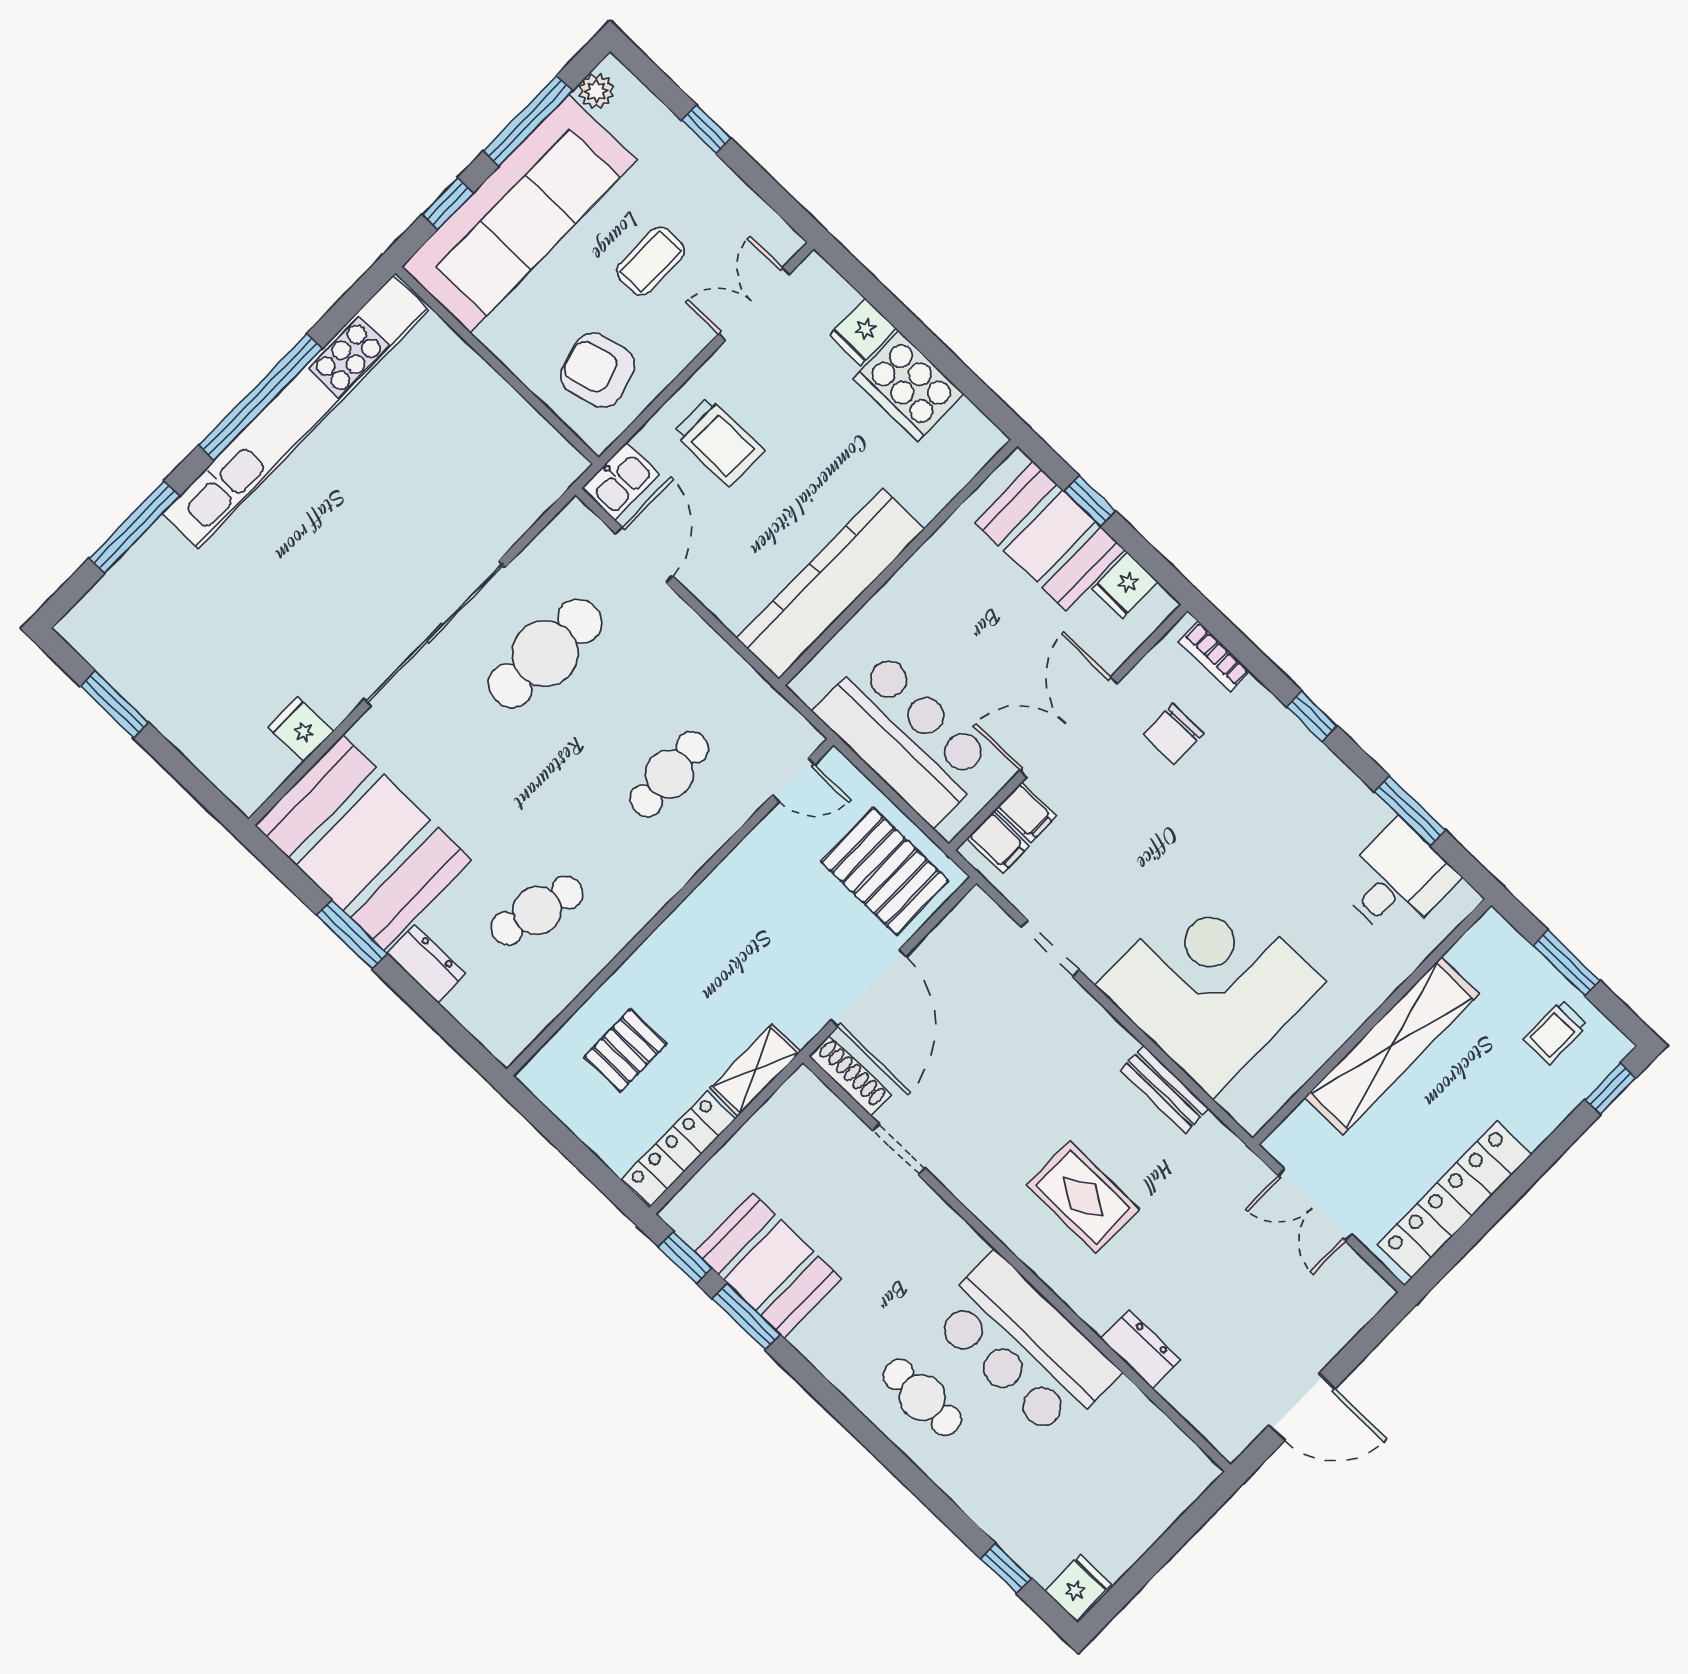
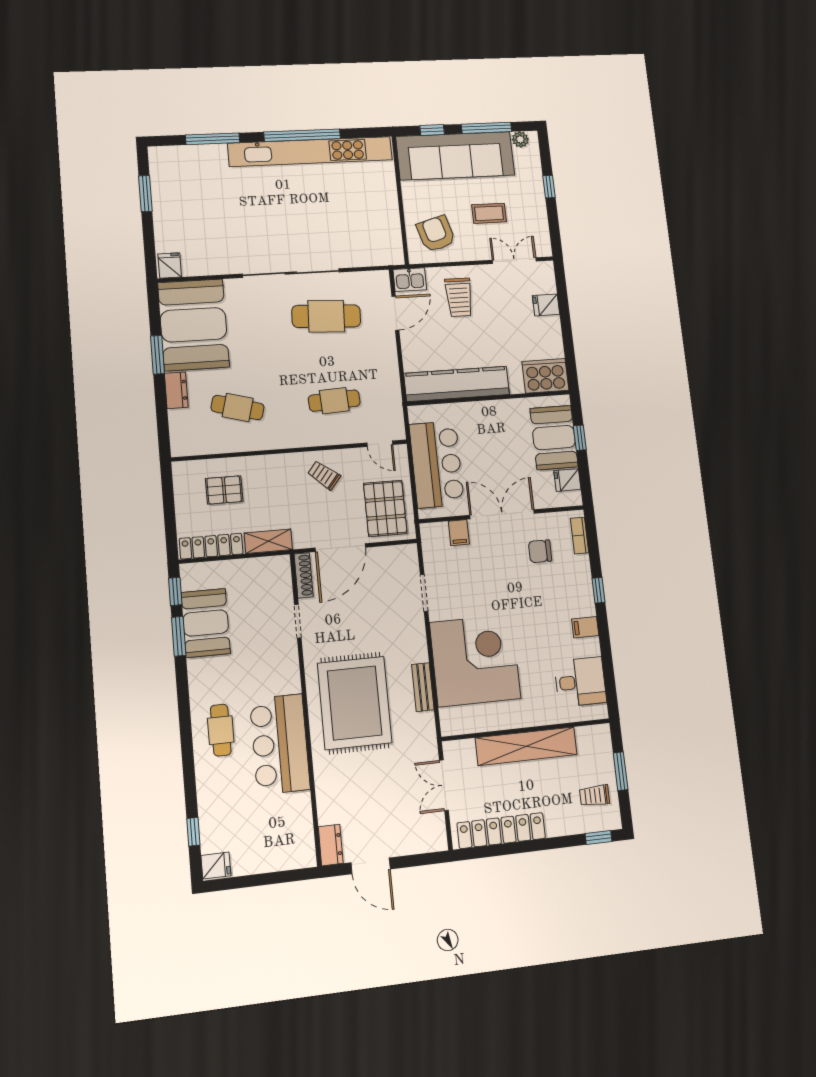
cooker: (908, 386) -> (545, 376), moved, turned 90
fridge: (301, 729) -> (170, 265), moved
window: (1410, 811) -> (607, 659), removed
filing cabinet: (998, 842) -> (585, 627), moved, turned 90
trolley: (752, 901) -> (324, 475), added
rug: (1083, 1197) -> (355, 703), width x1.86, depth x2.06
dresser: (1140, 1350) -> (331, 845), moved

